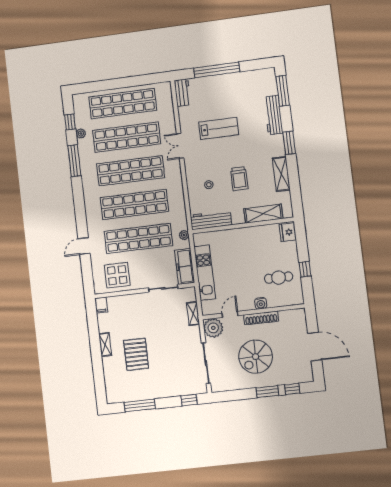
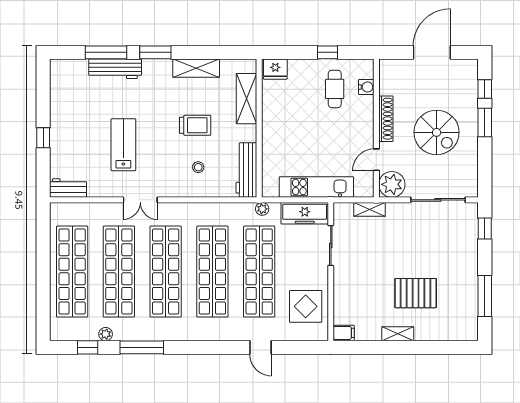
window: (217, 70) -> (43, 138), width x0.32
window: (283, 91) -> (106, 52), moved
water cooler: (261, 303) -> (366, 87), moved
door: (230, 314) -> (376, 160), hinge flipped

